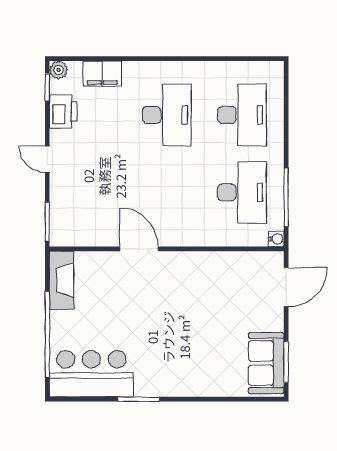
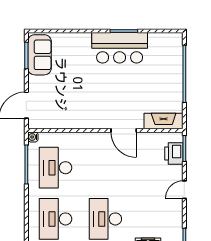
printer: (63, 112) -> (174, 153), moved
door: (47, 159) -> (184, 190), swing flipped
fireplace: (62, 280) -> (164, 121), moved, turned 90
bar counter: (91, 374) -> (120, 48), moved

